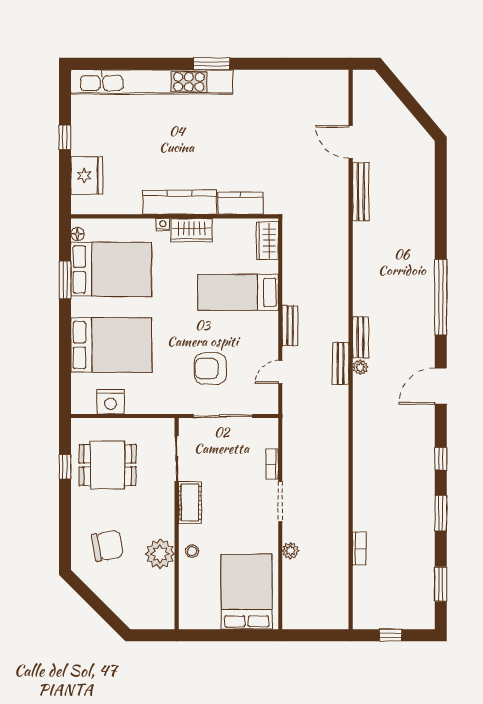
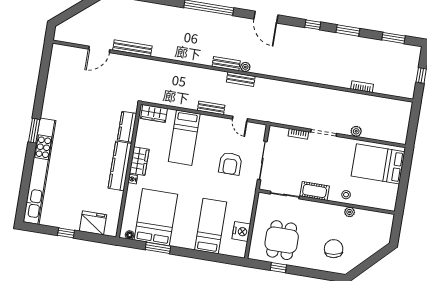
bed: (111, 345) -> (211, 226), width x0.67
plant: (160, 554) -> (350, 212), width x0.53, depth x0.53

